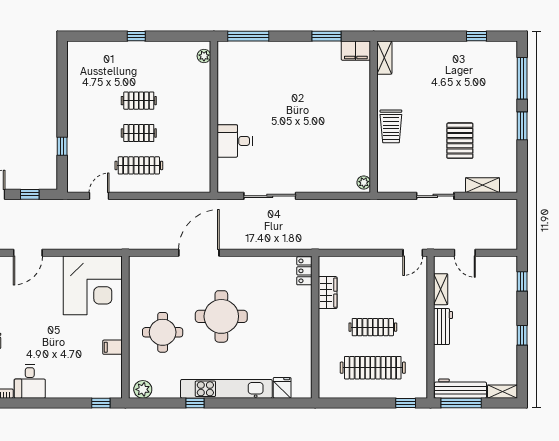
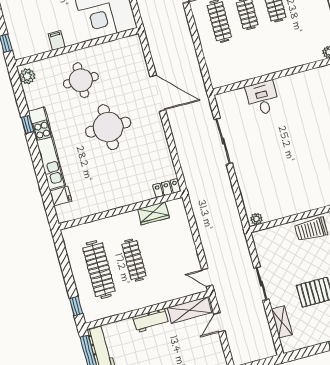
shelving: (441, 289) -> (189, 310), width x1.50, depth x1.33

